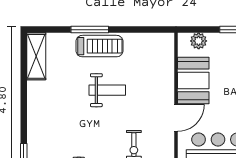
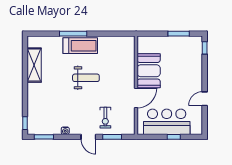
plant: (199, 41) -> (152, 42), removed
shelving: (36, 56) -> (34, 65), moved

